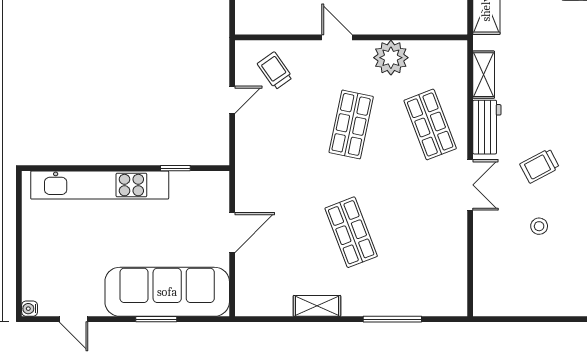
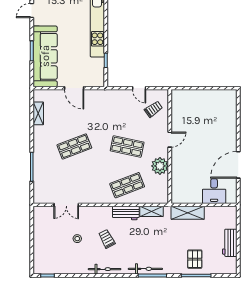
double door: (470, 185) -> (66, 205), moved
shelving: (317, 306) -> (38, 113), moved

